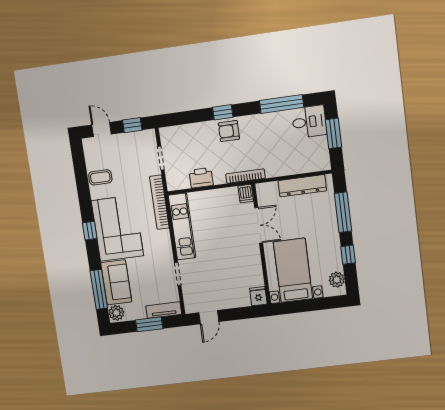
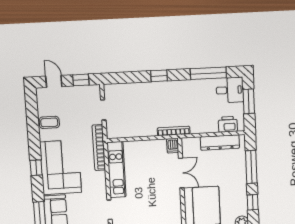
armchair: (229, 131) -> (163, 92), removed
printer: (201, 178) -> (228, 124), moved

